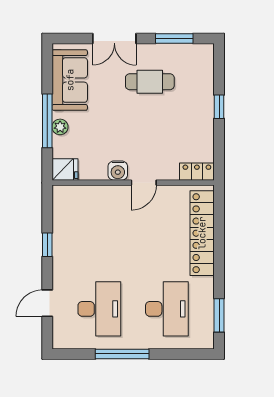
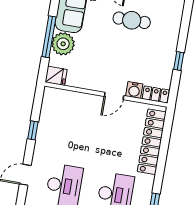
window: (219, 107) -> (179, 61), moved
plant: (60, 127) -> (63, 44), width x1.88, depth x1.88
water cooler: (118, 171) -> (134, 90), moved

